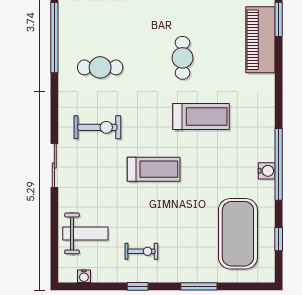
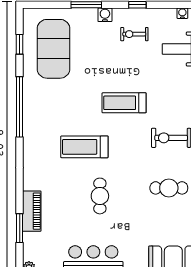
piano: (260, 40) -> (32, 211), width x0.73, depth x0.75
water cooler: (267, 171) -> (105, 15), moved, turned 90

